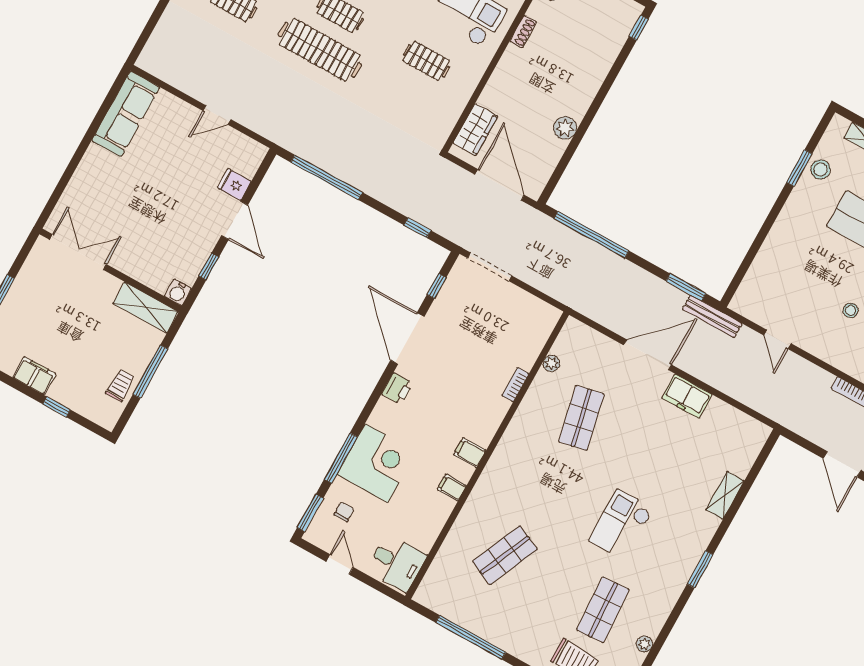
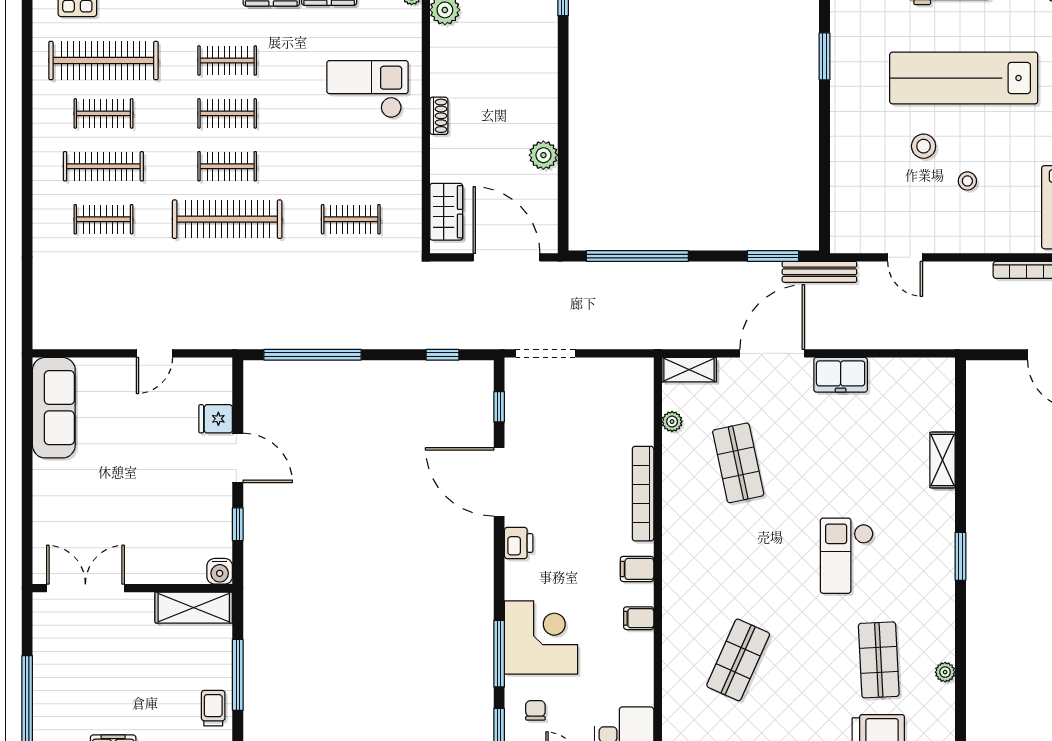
shoe rack: (523, 31) -> (439, 116), moved
clothes rail: (426, 61) -> (351, 219), moved
stool: (821, 170) -> (924, 146), moved
shelving: (583, 334) -> (689, 370), added
bookcase: (515, 385) -> (643, 494), width x2.31, depth x1.31

